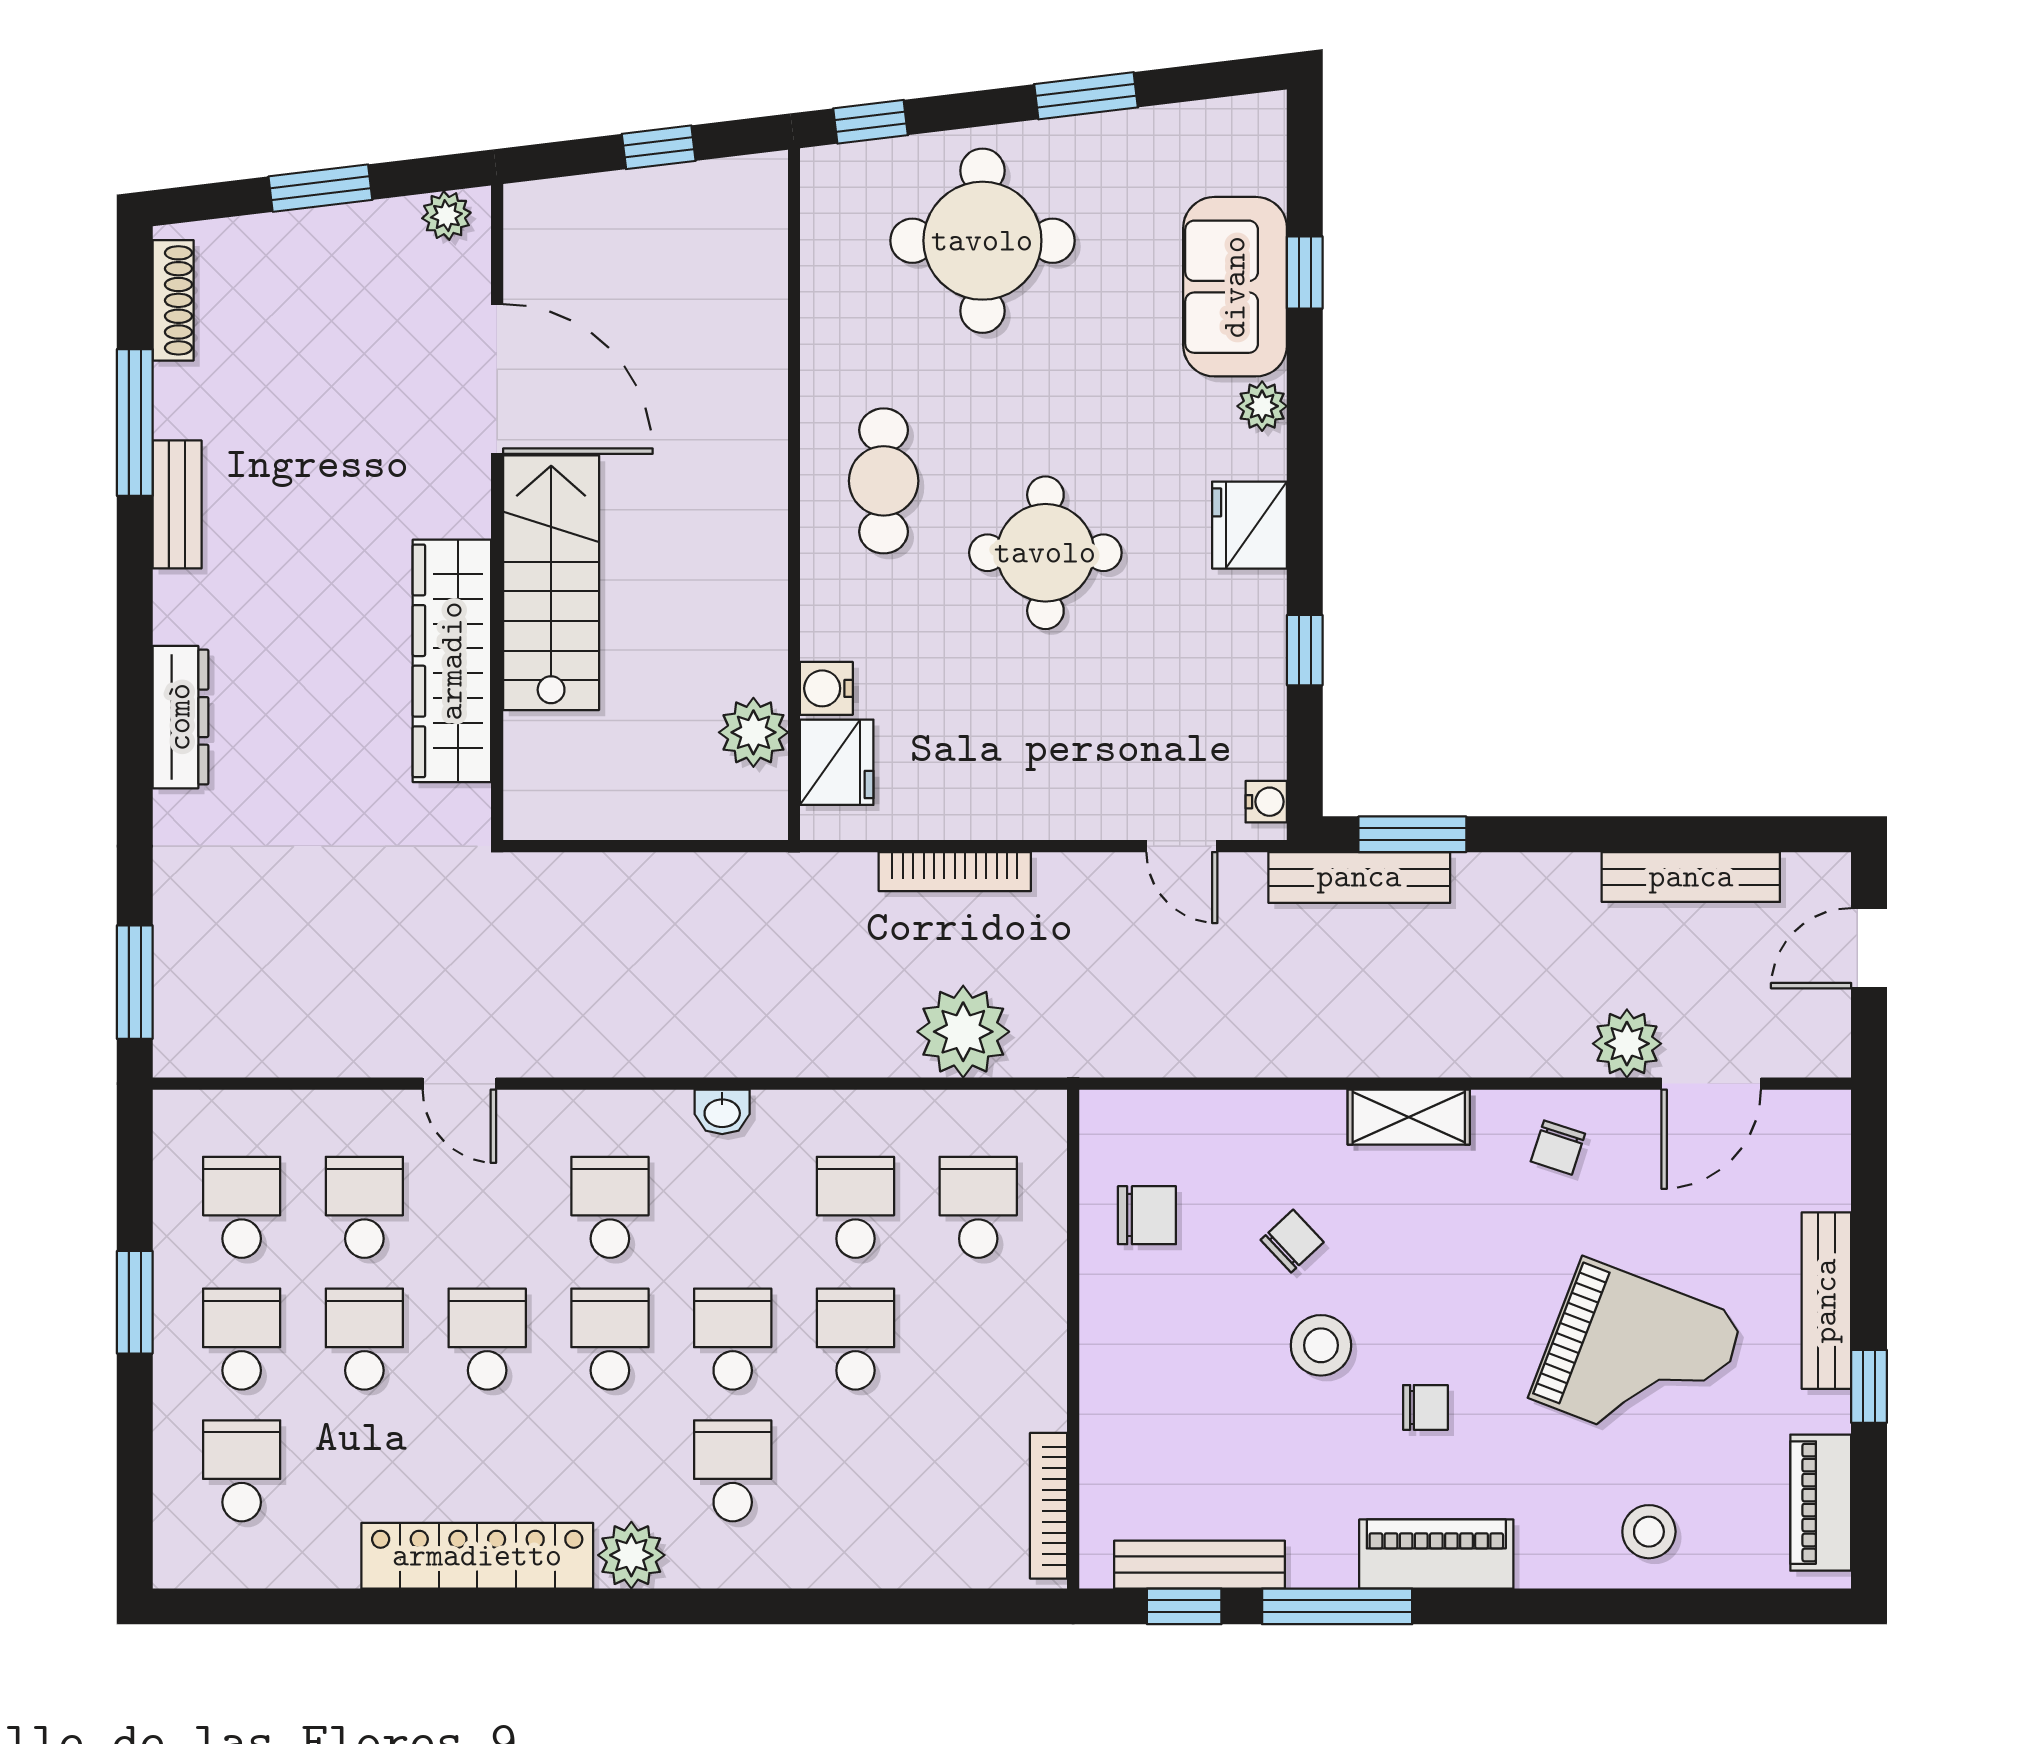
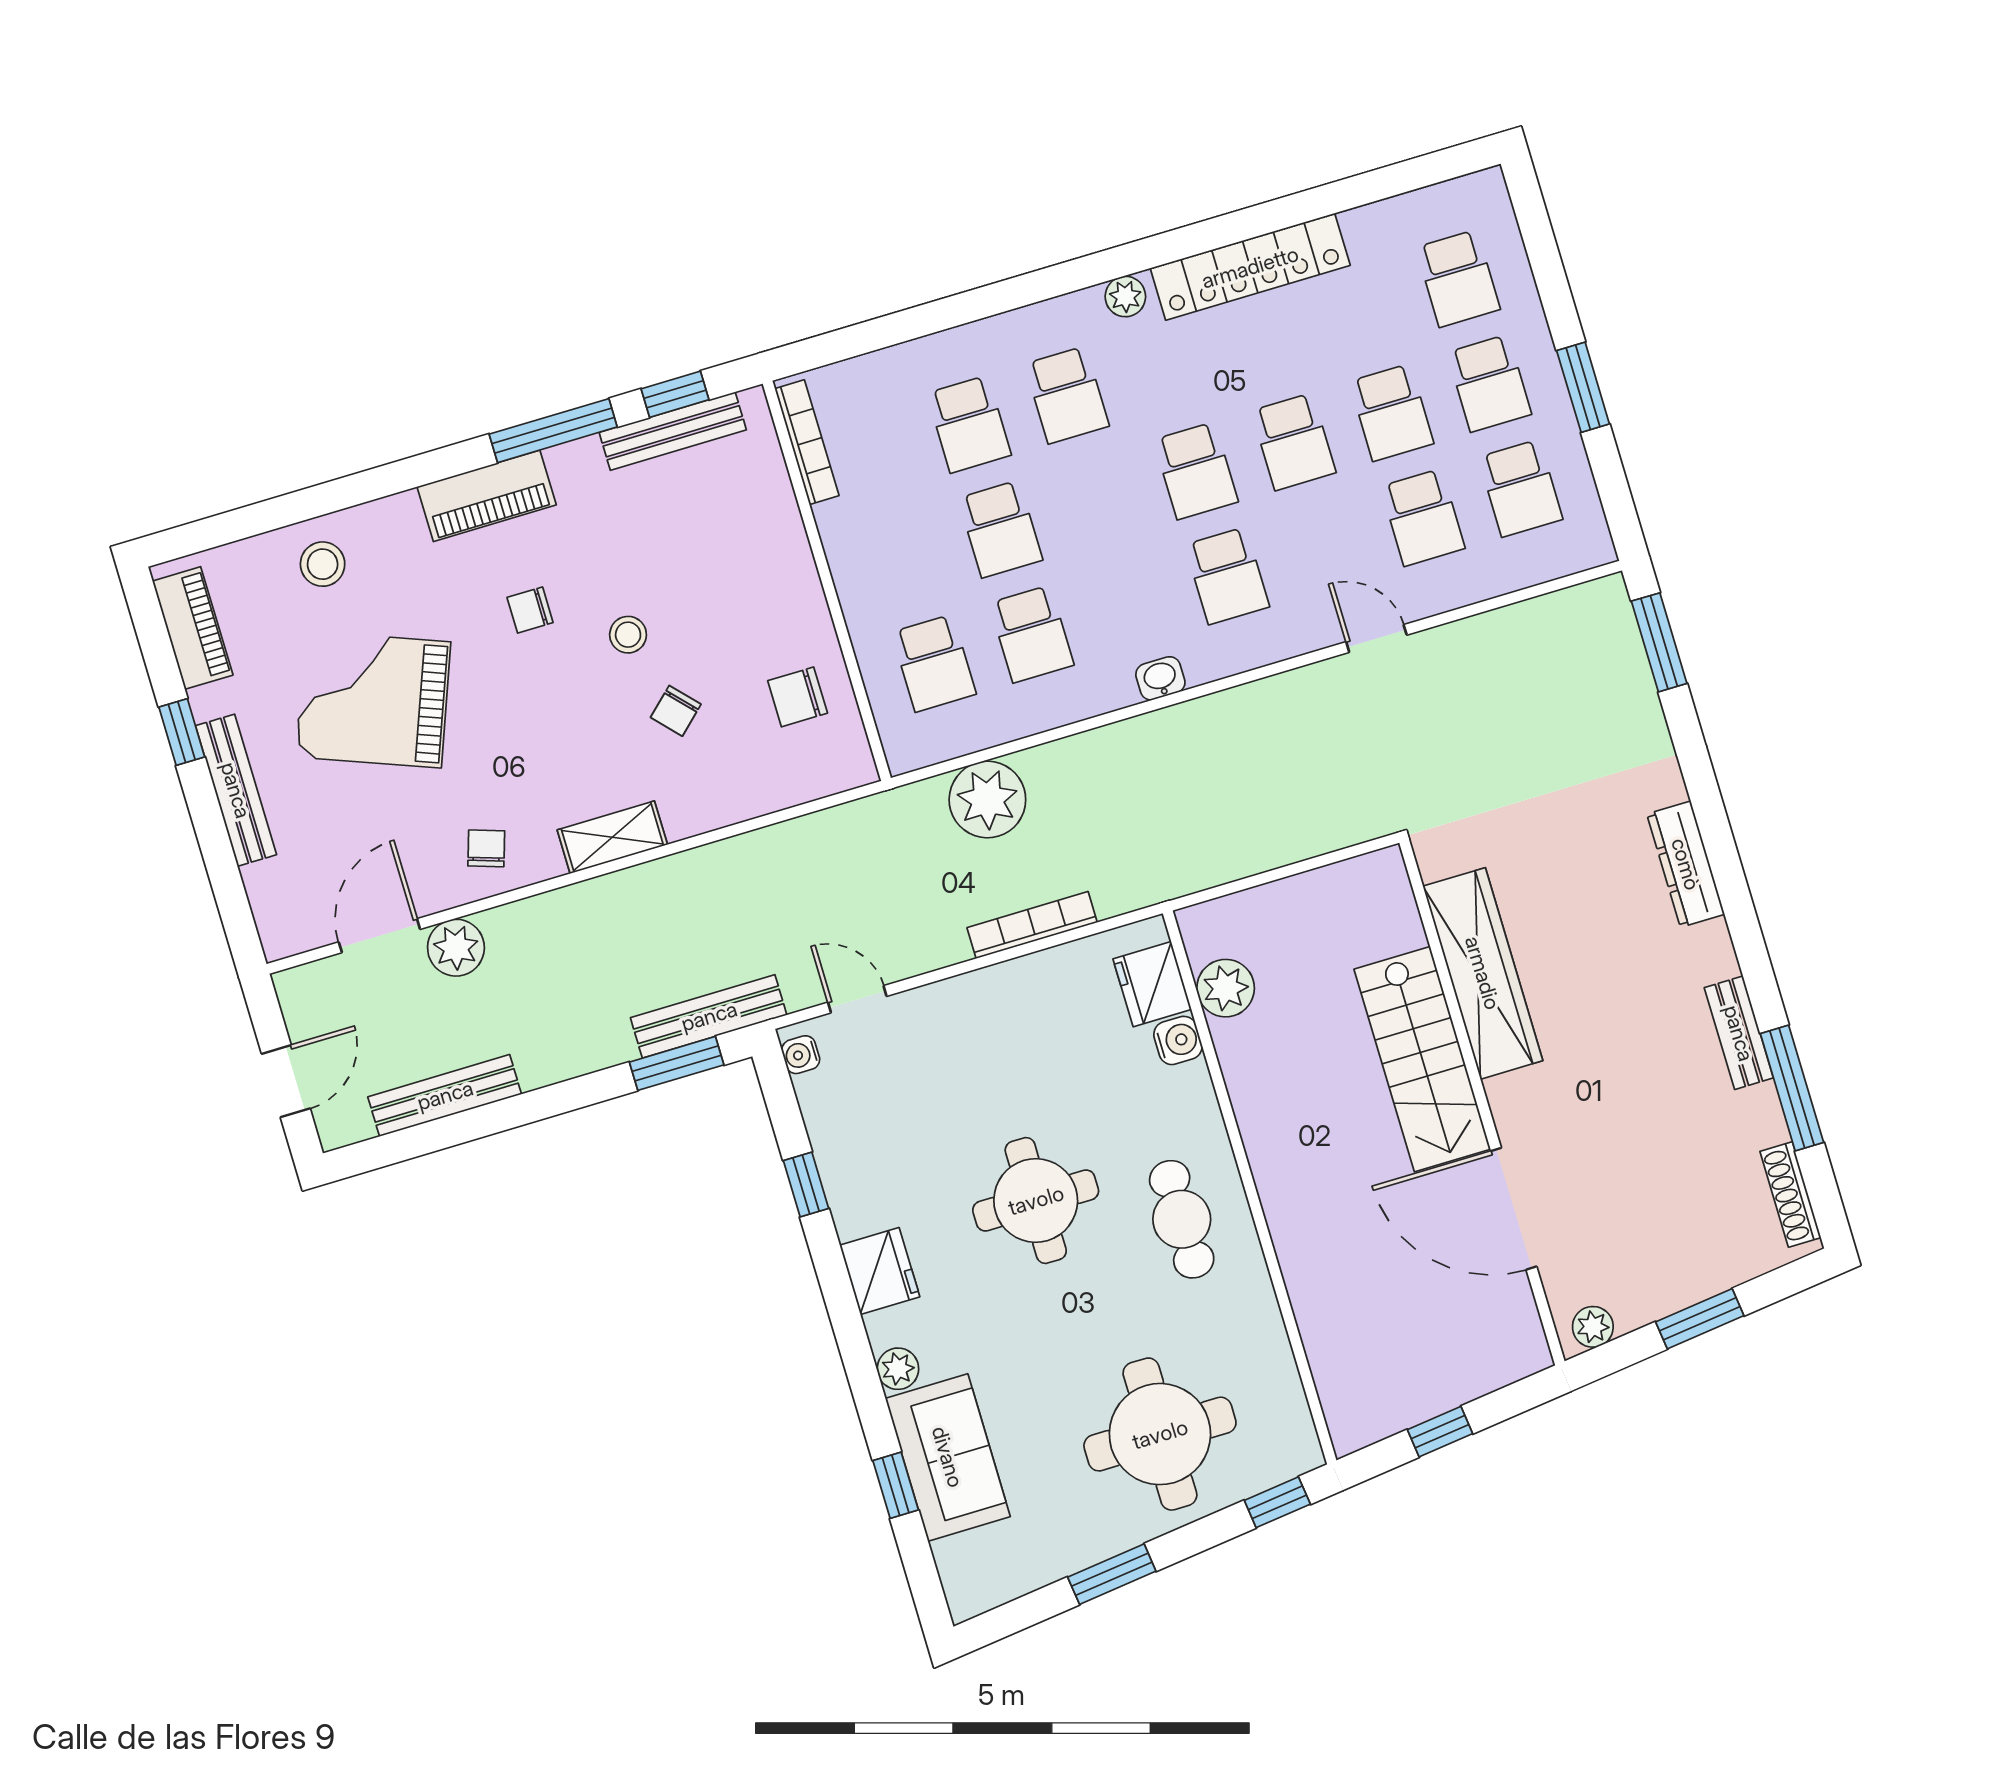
school desk: (733, 1339) -> (969, 424), moved
stool: (1321, 1345) -> (628, 635), width x0.73, depth x0.73
plant: (631, 1555) -> (1125, 297), width x0.73, depth x0.73

